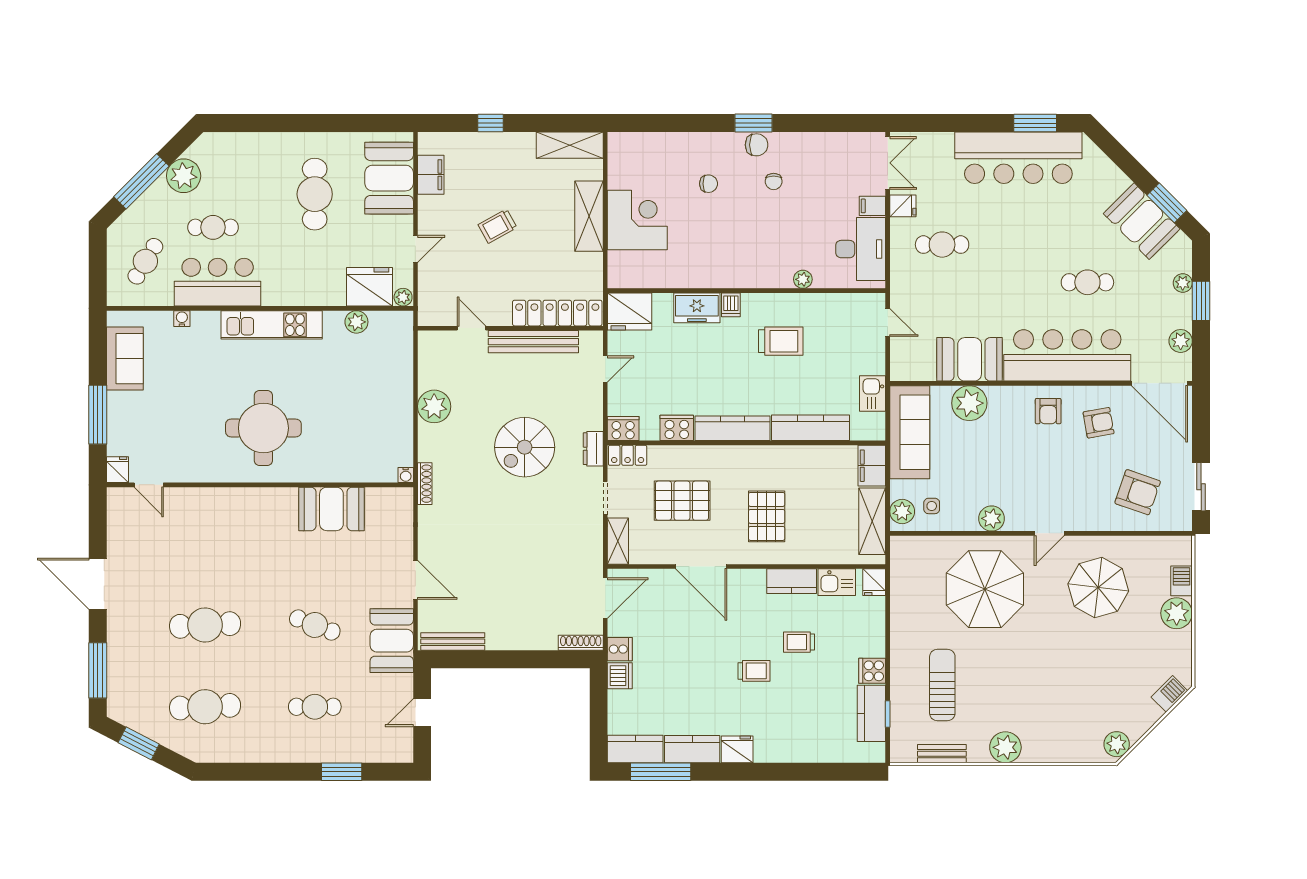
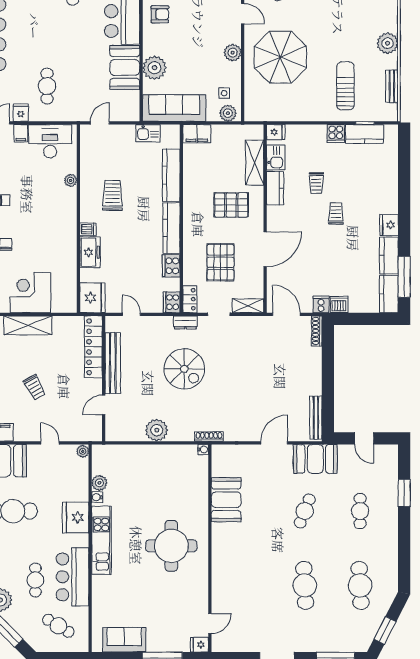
fridge: (369, 287) -> (76, 518), moved
water cooler: (182, 319) -> (97, 497), moved
shelving: (872, 521) -> (255, 163), moved, turned 90
sun lounger: (942, 685) -> (345, 86), turned 90

